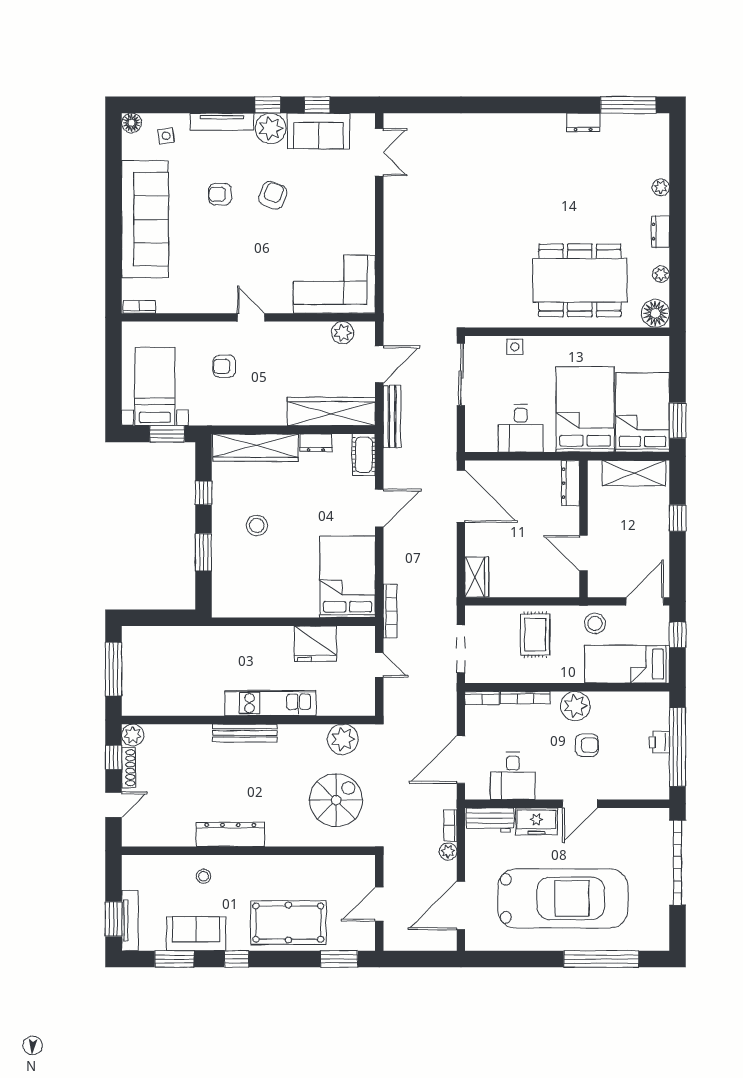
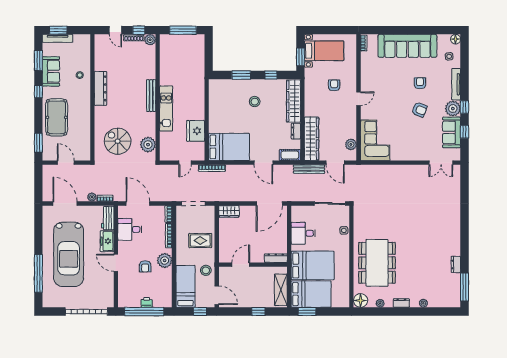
spiral stairs: (336, 800) -> (118, 141), turned 180

